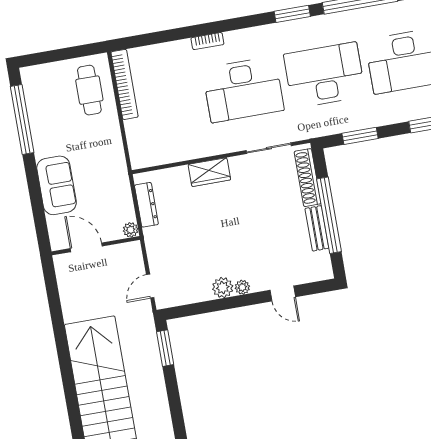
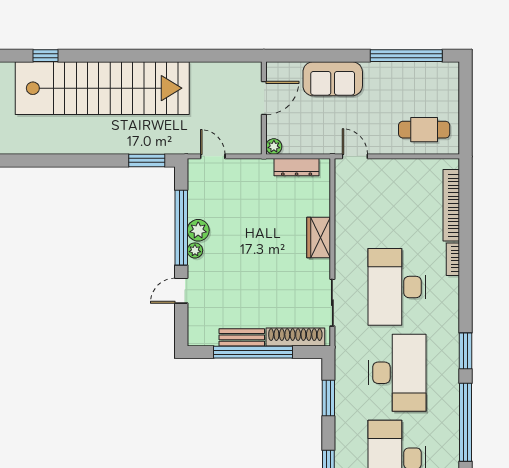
bookcase: (125, 84) -> (451, 205), moved, turned 90
door: (126, 151) -> (355, 156), added
window: (223, 304) -> (181, 228), added

